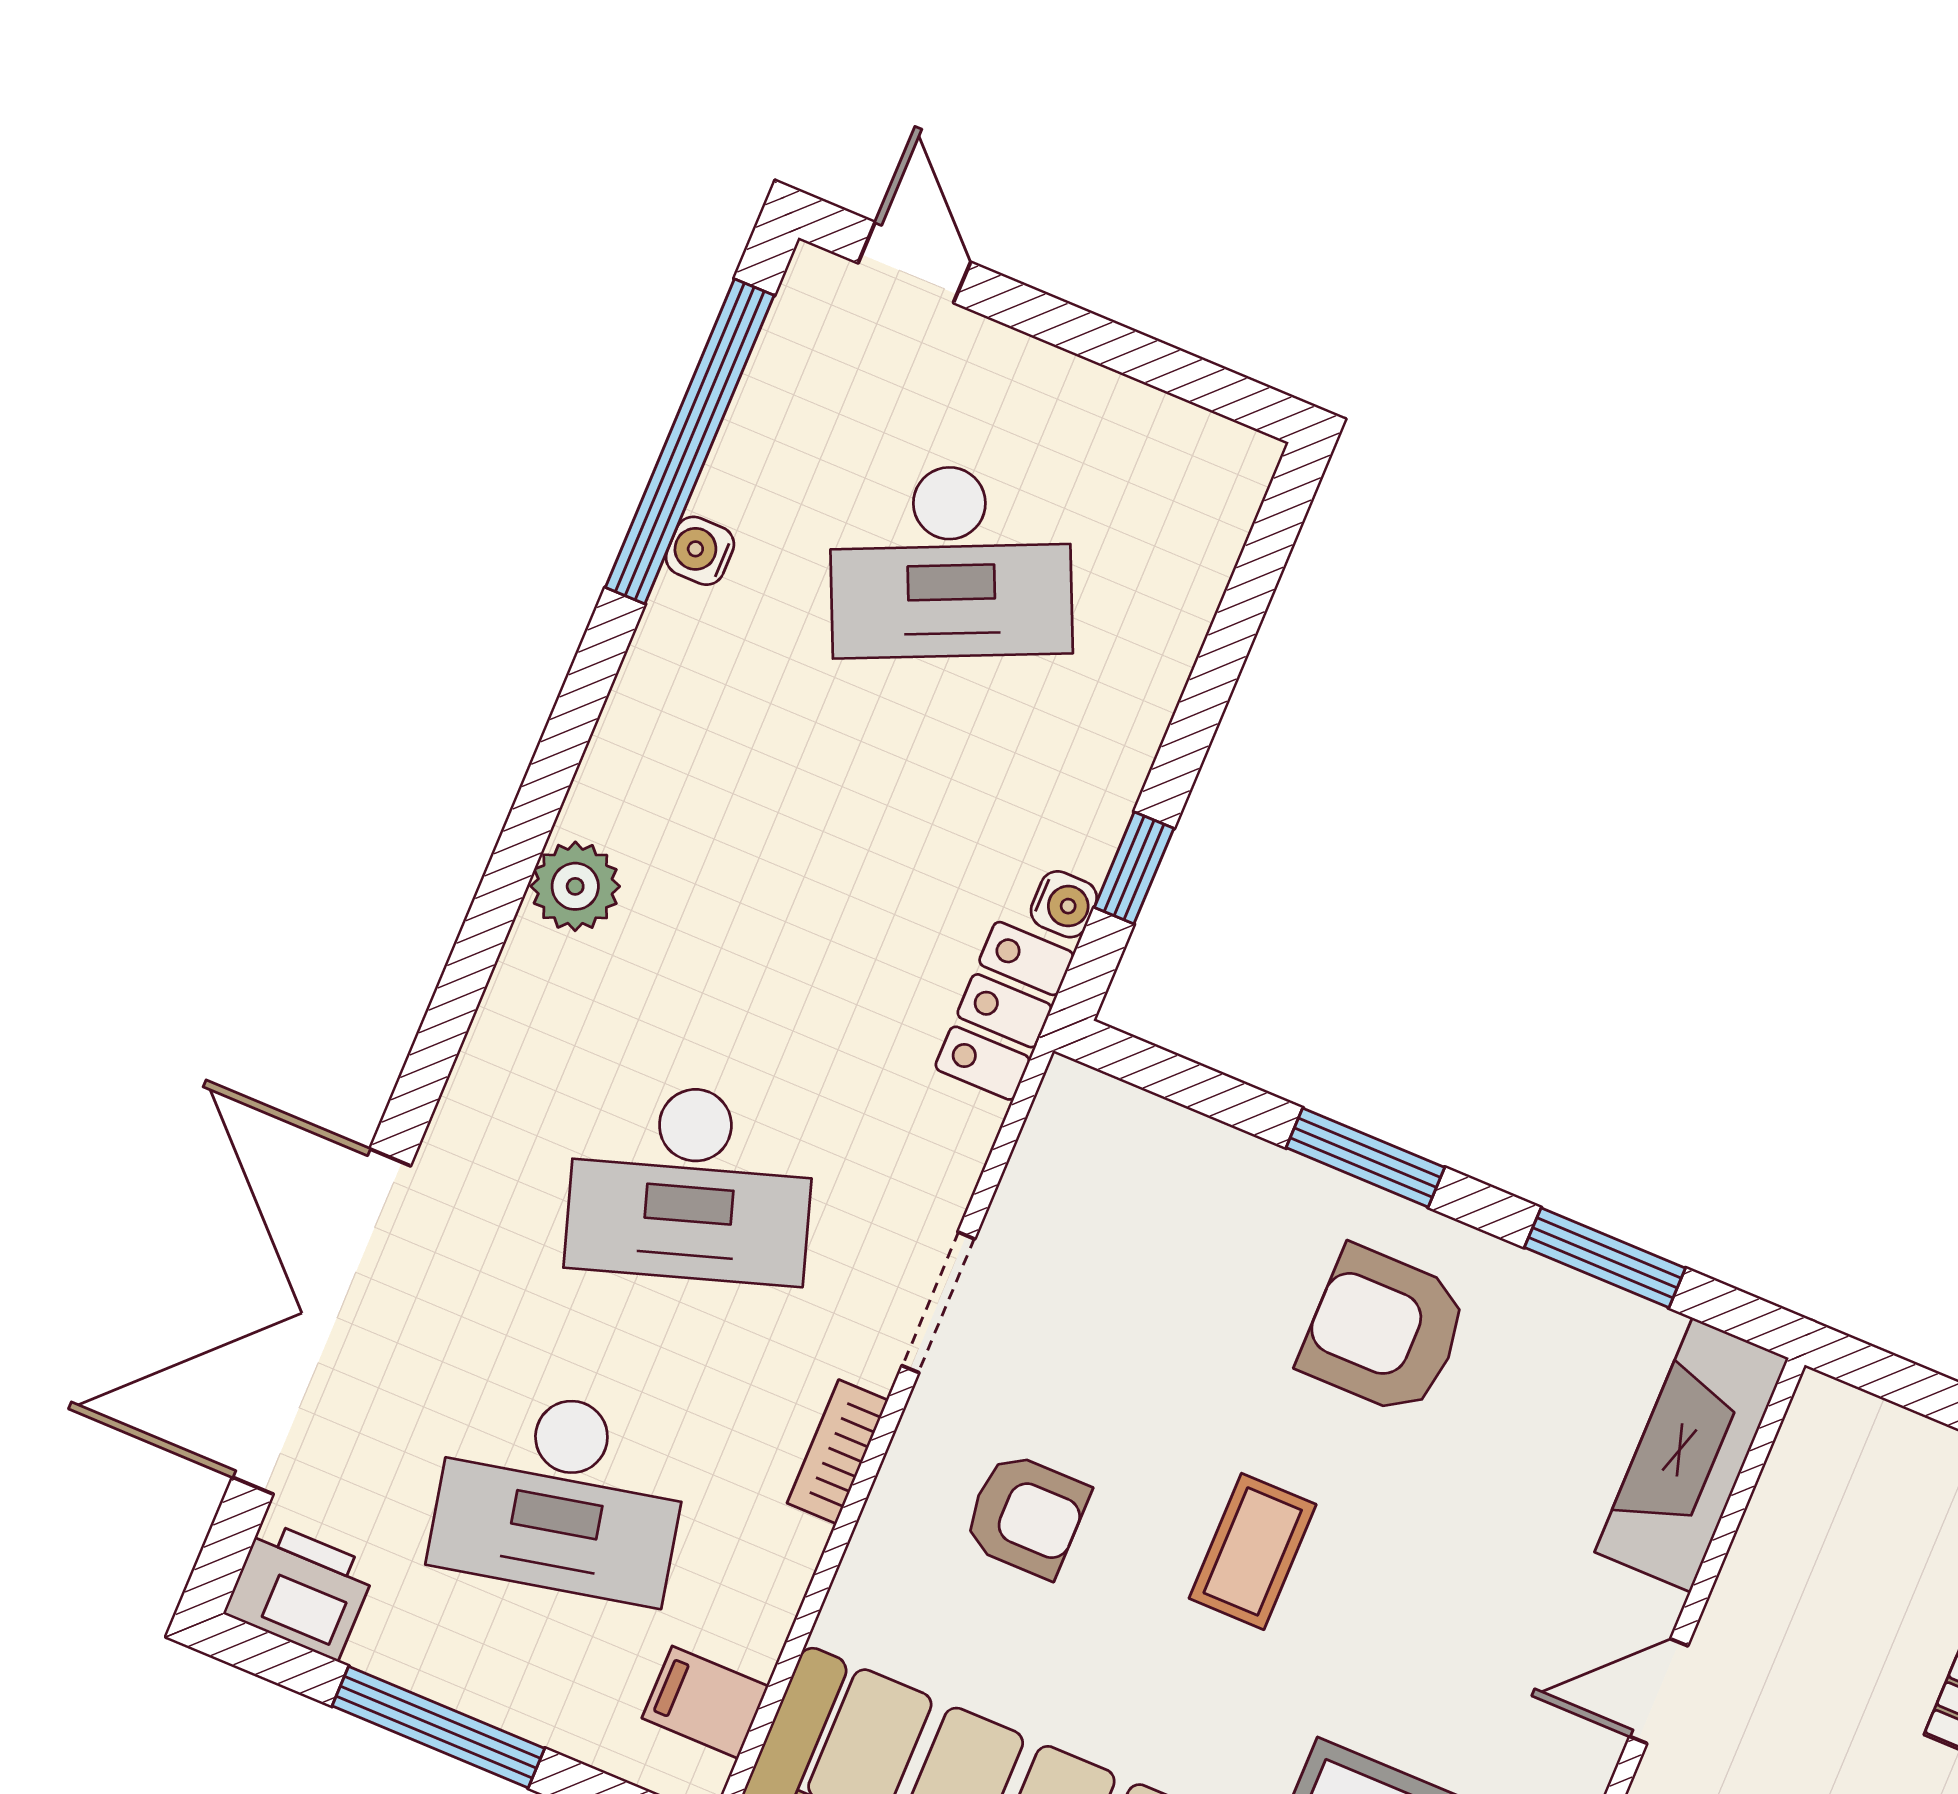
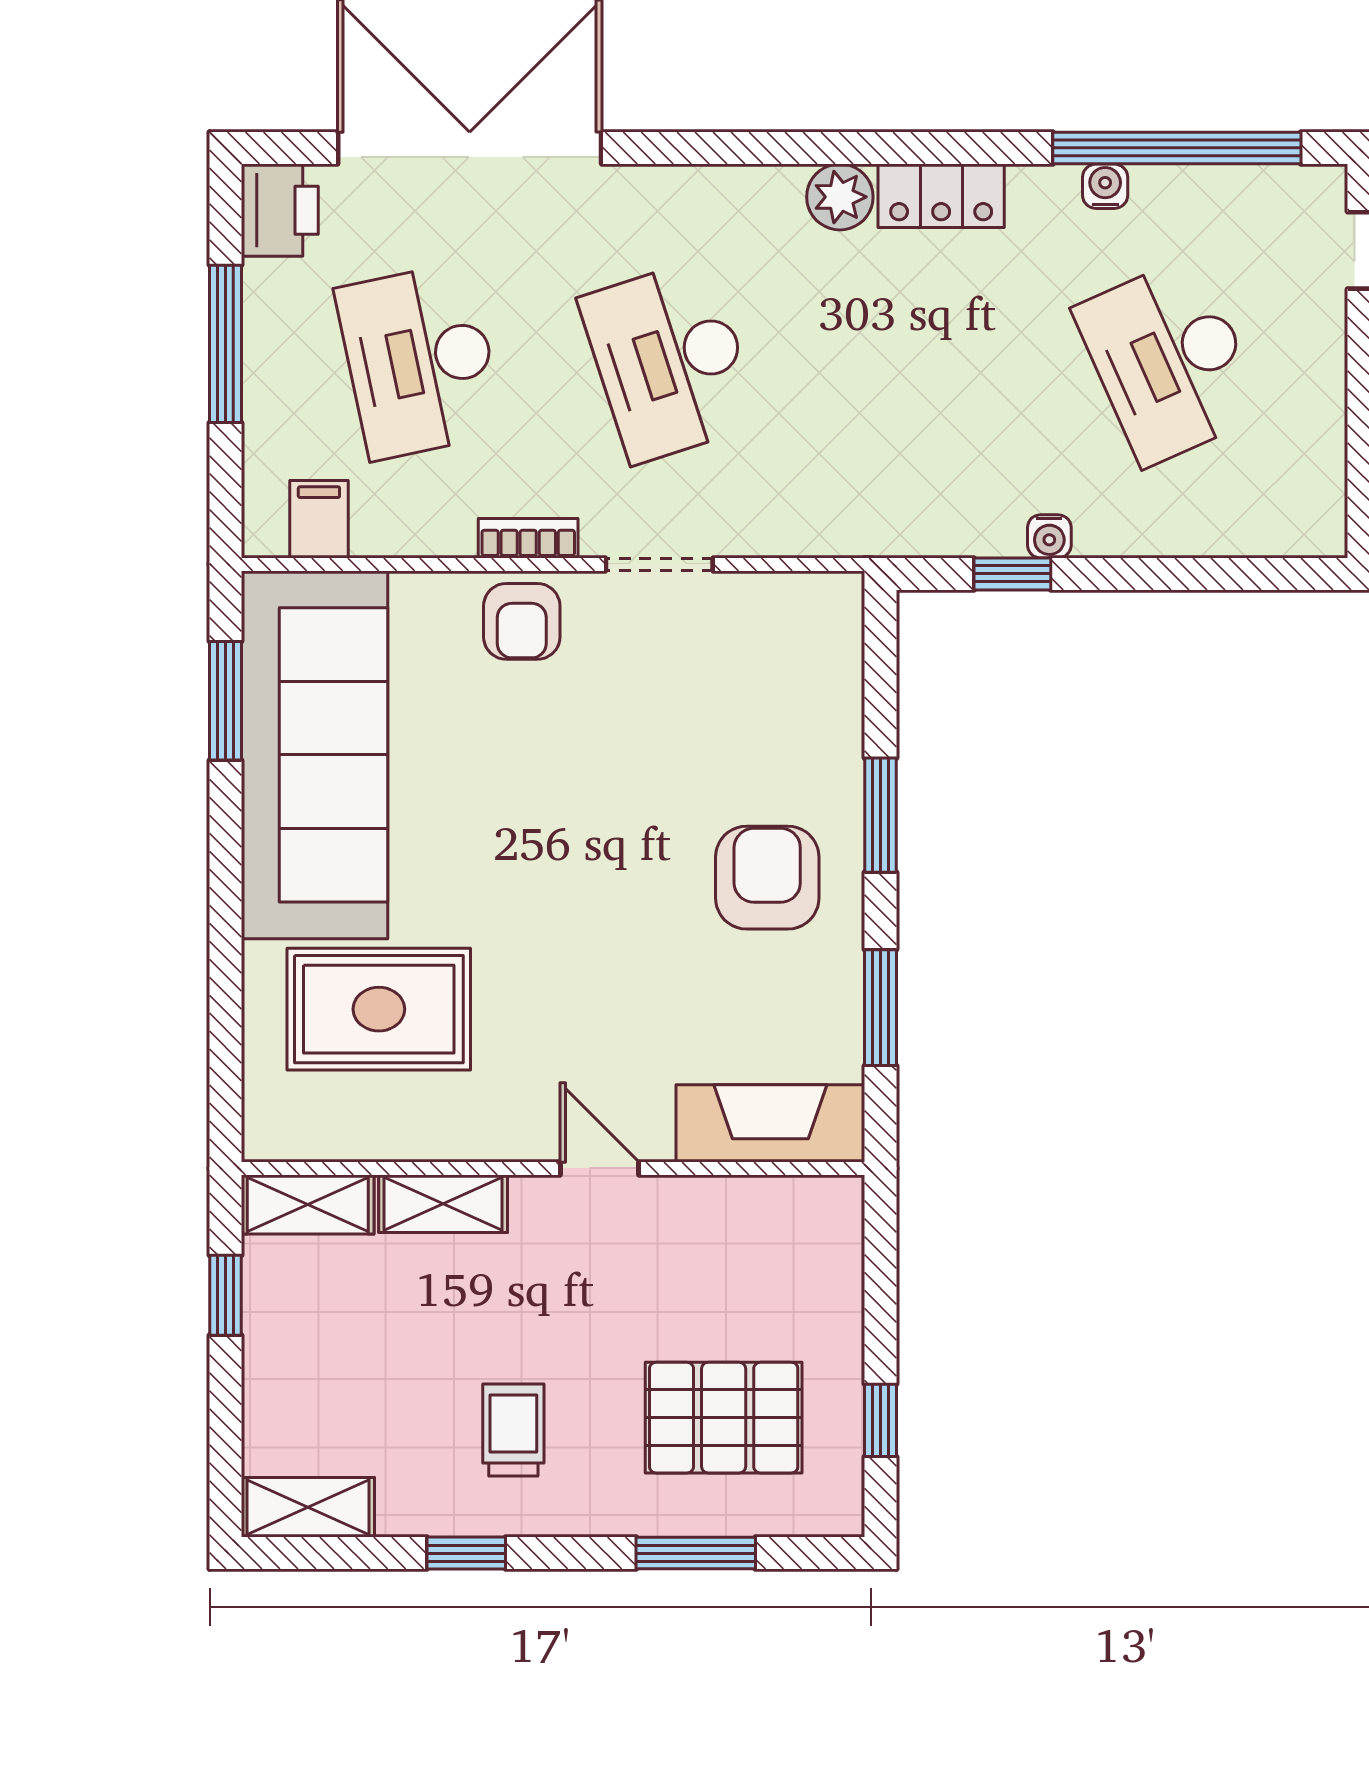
water cooler: (1064, 904) -> (1049, 536), moved
locker: (1004, 1011) -> (941, 196), moved, turned 180
armchair: (1026, 1515) -> (522, 621), moved
coffee table: (1253, 1551) -> (579, 851), removed

